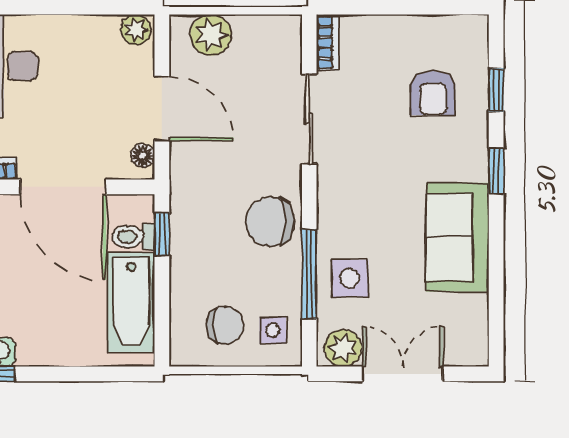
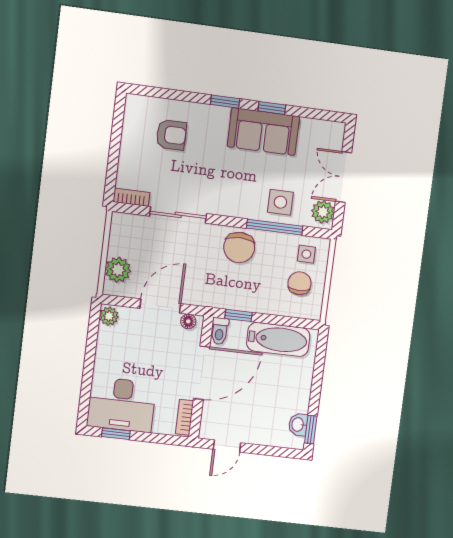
window: (496, 90) -> (272, 108), moved
toilet: (133, 237) -> (220, 331), moved

